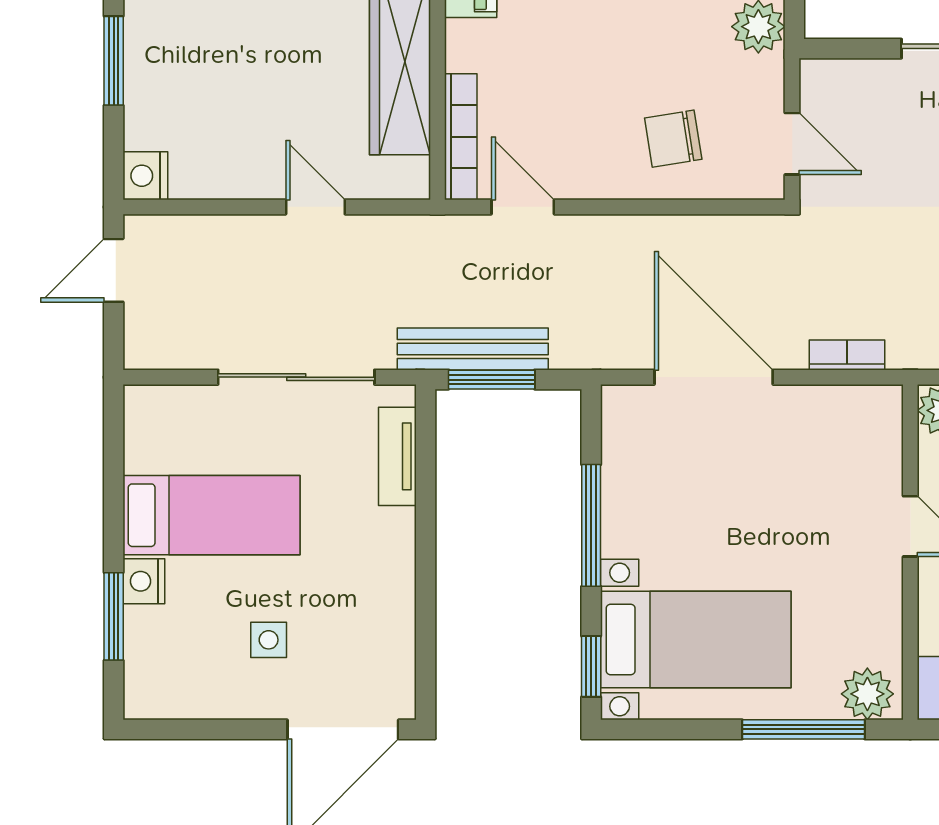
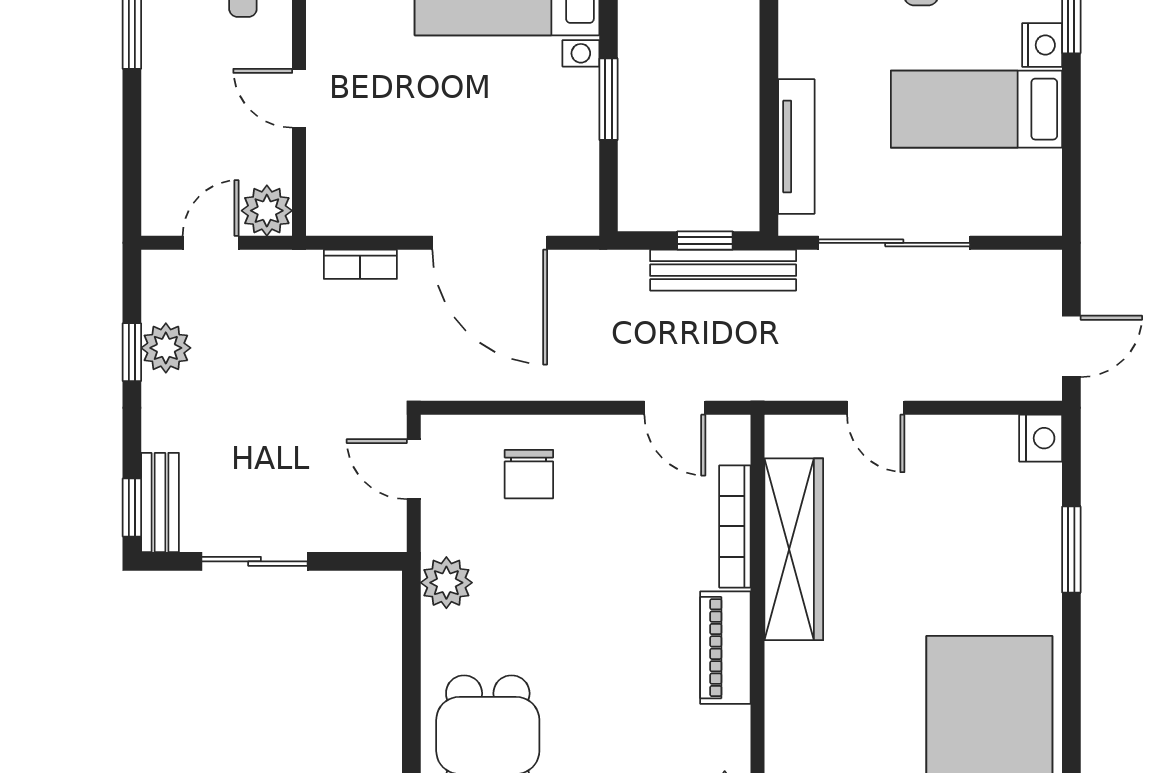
bookcase: (461, 137) -> (735, 526), moved
chair: (673, 139) -> (529, 474), turned 99
window: (492, 380) -> (705, 241), width x0.67
tv unit: (397, 456) -> (796, 147), width x1.41
window: (591, 525) -> (608, 99), width x0.69

